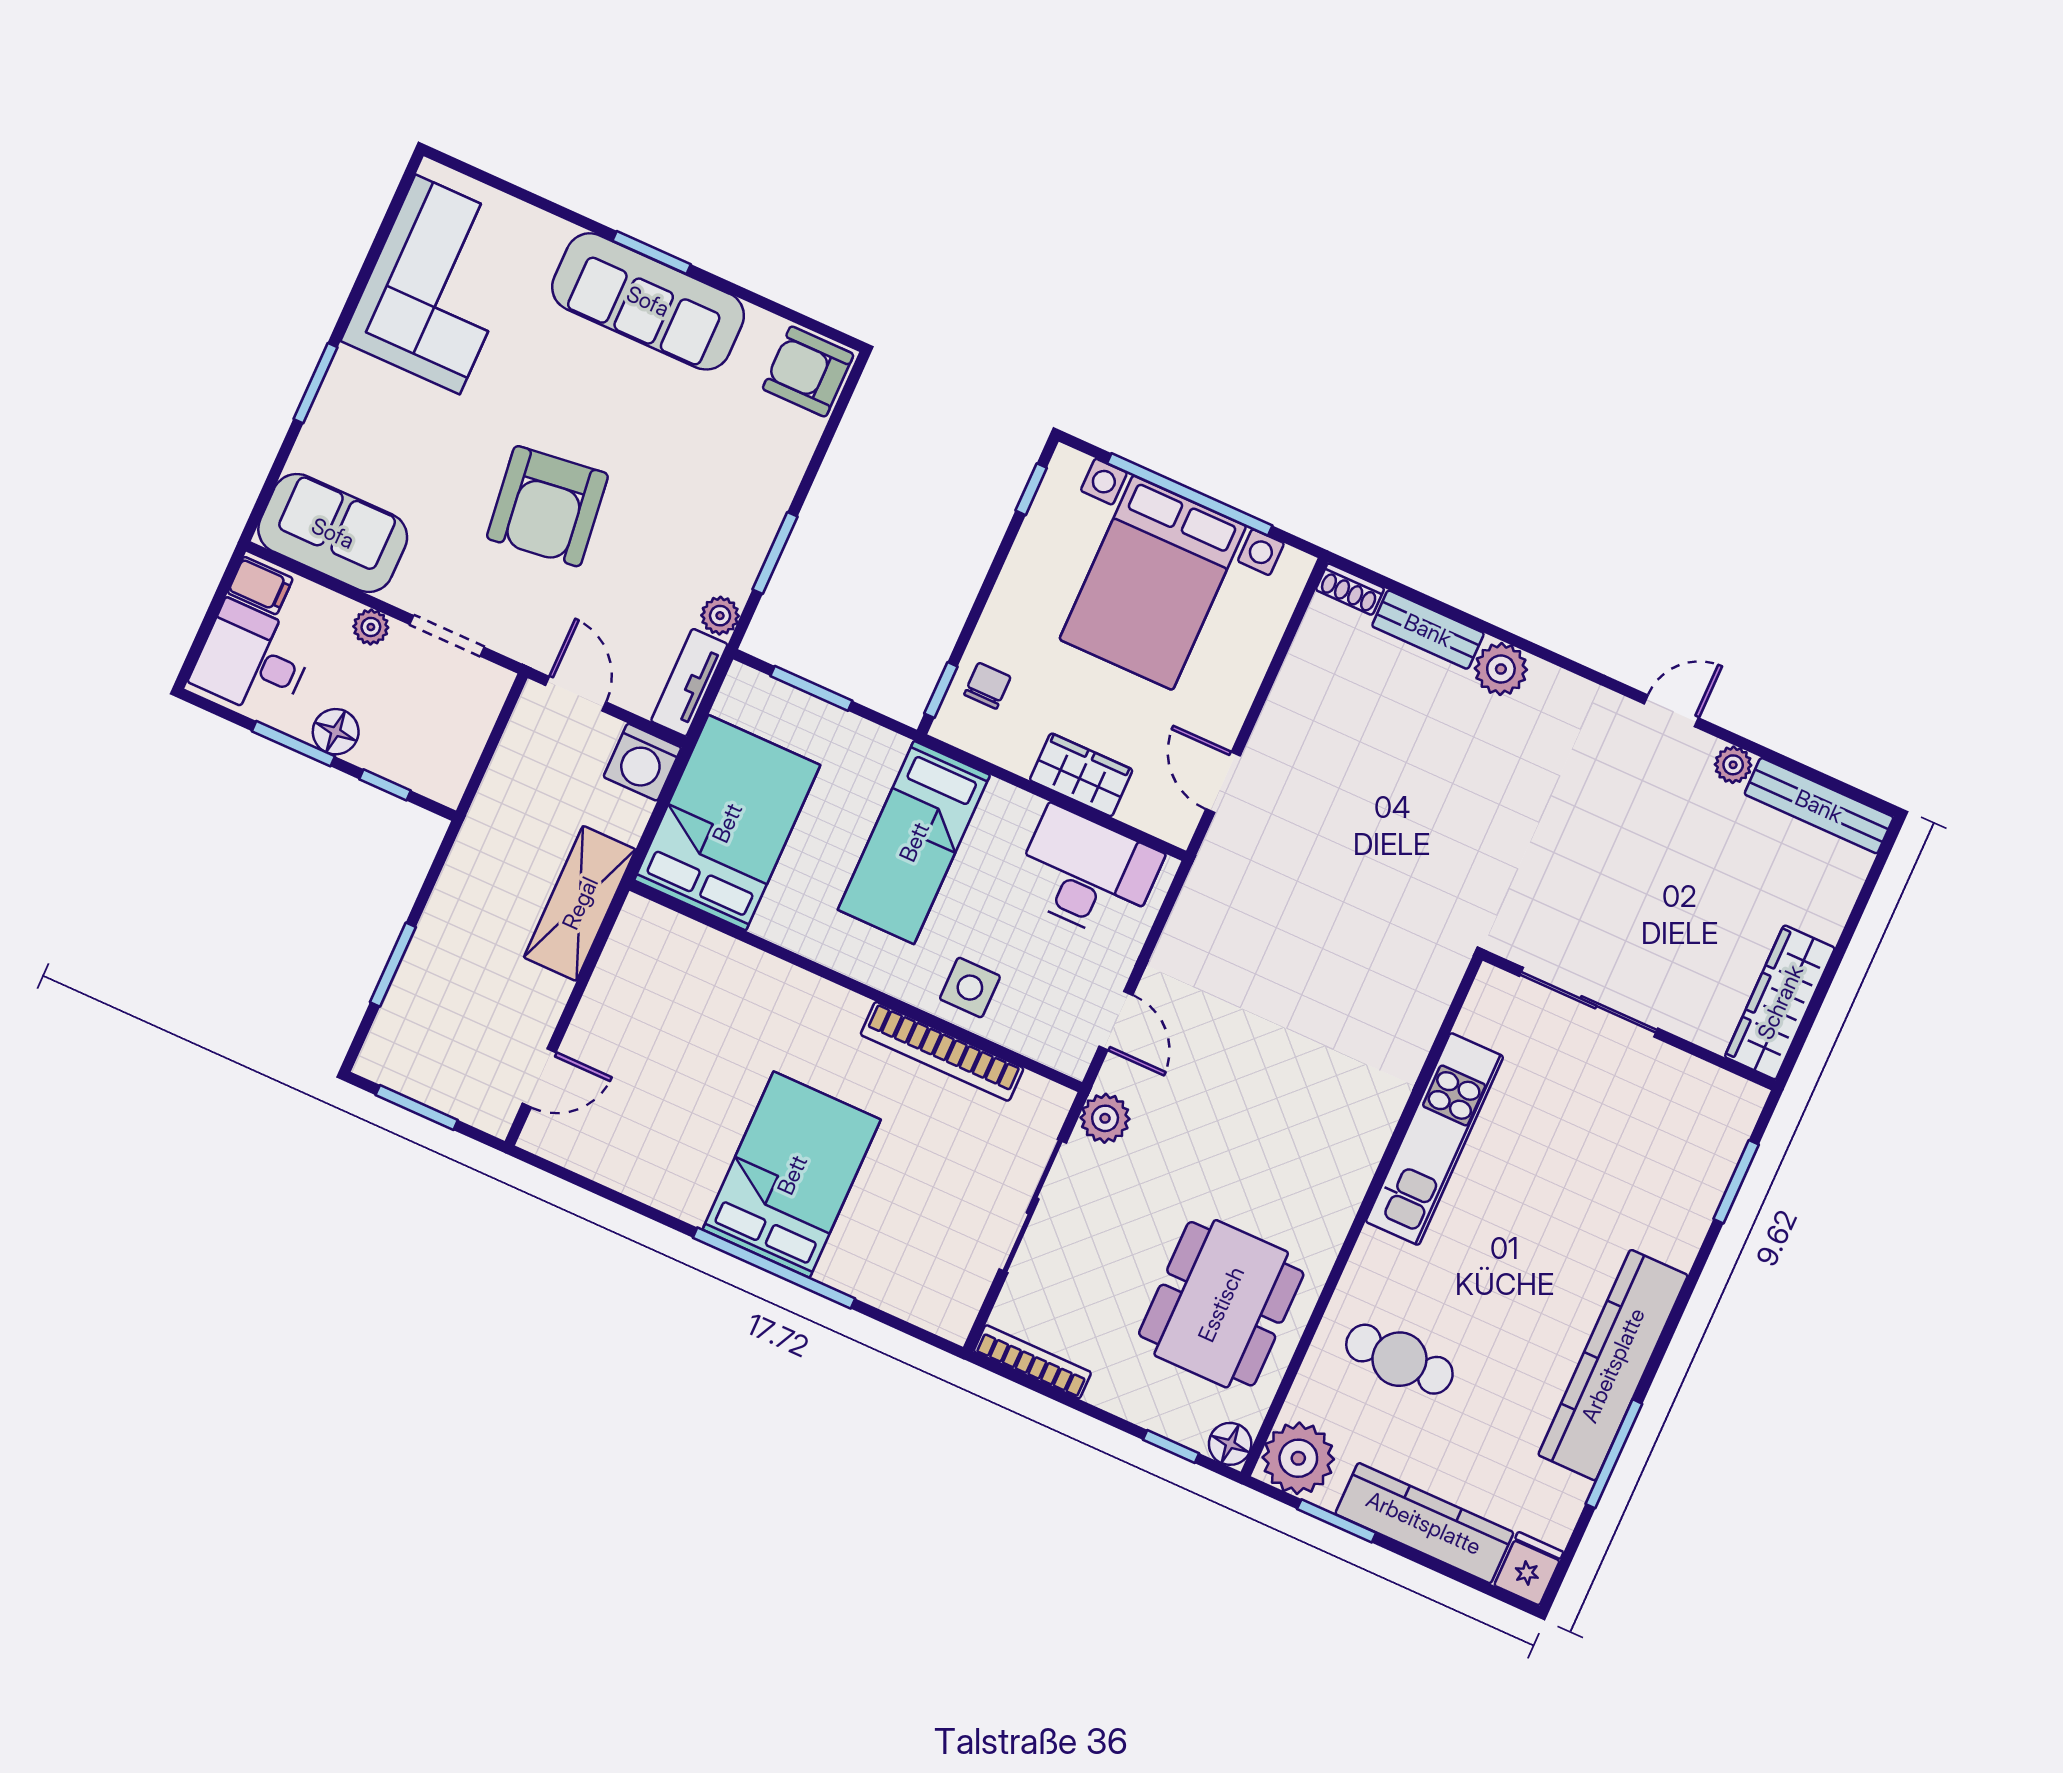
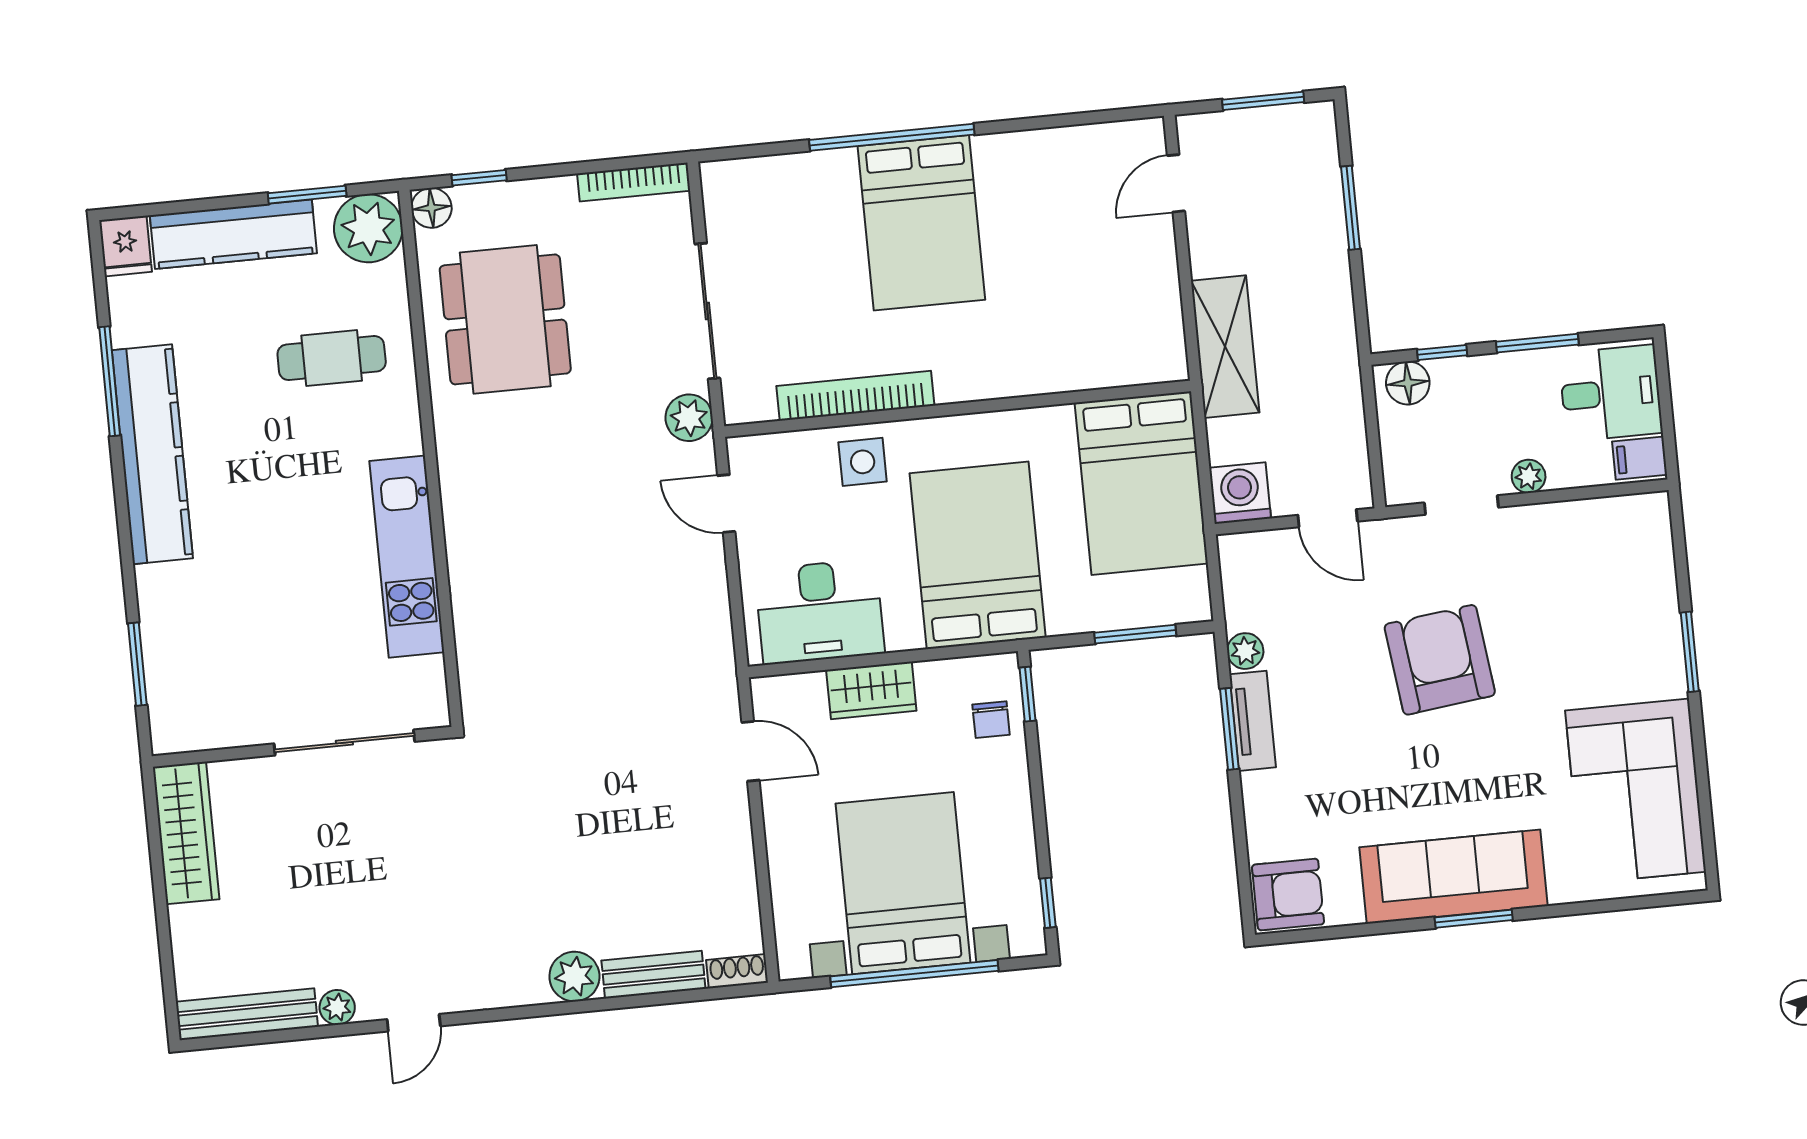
sofa: (333, 533) -> (1605, 536), removed
tv unit: (689, 683) -> (1253, 721), moved
floor lamp: (336, 732) -> (1408, 383), moved
bed: (914, 842) -> (978, 555), width x1.50

